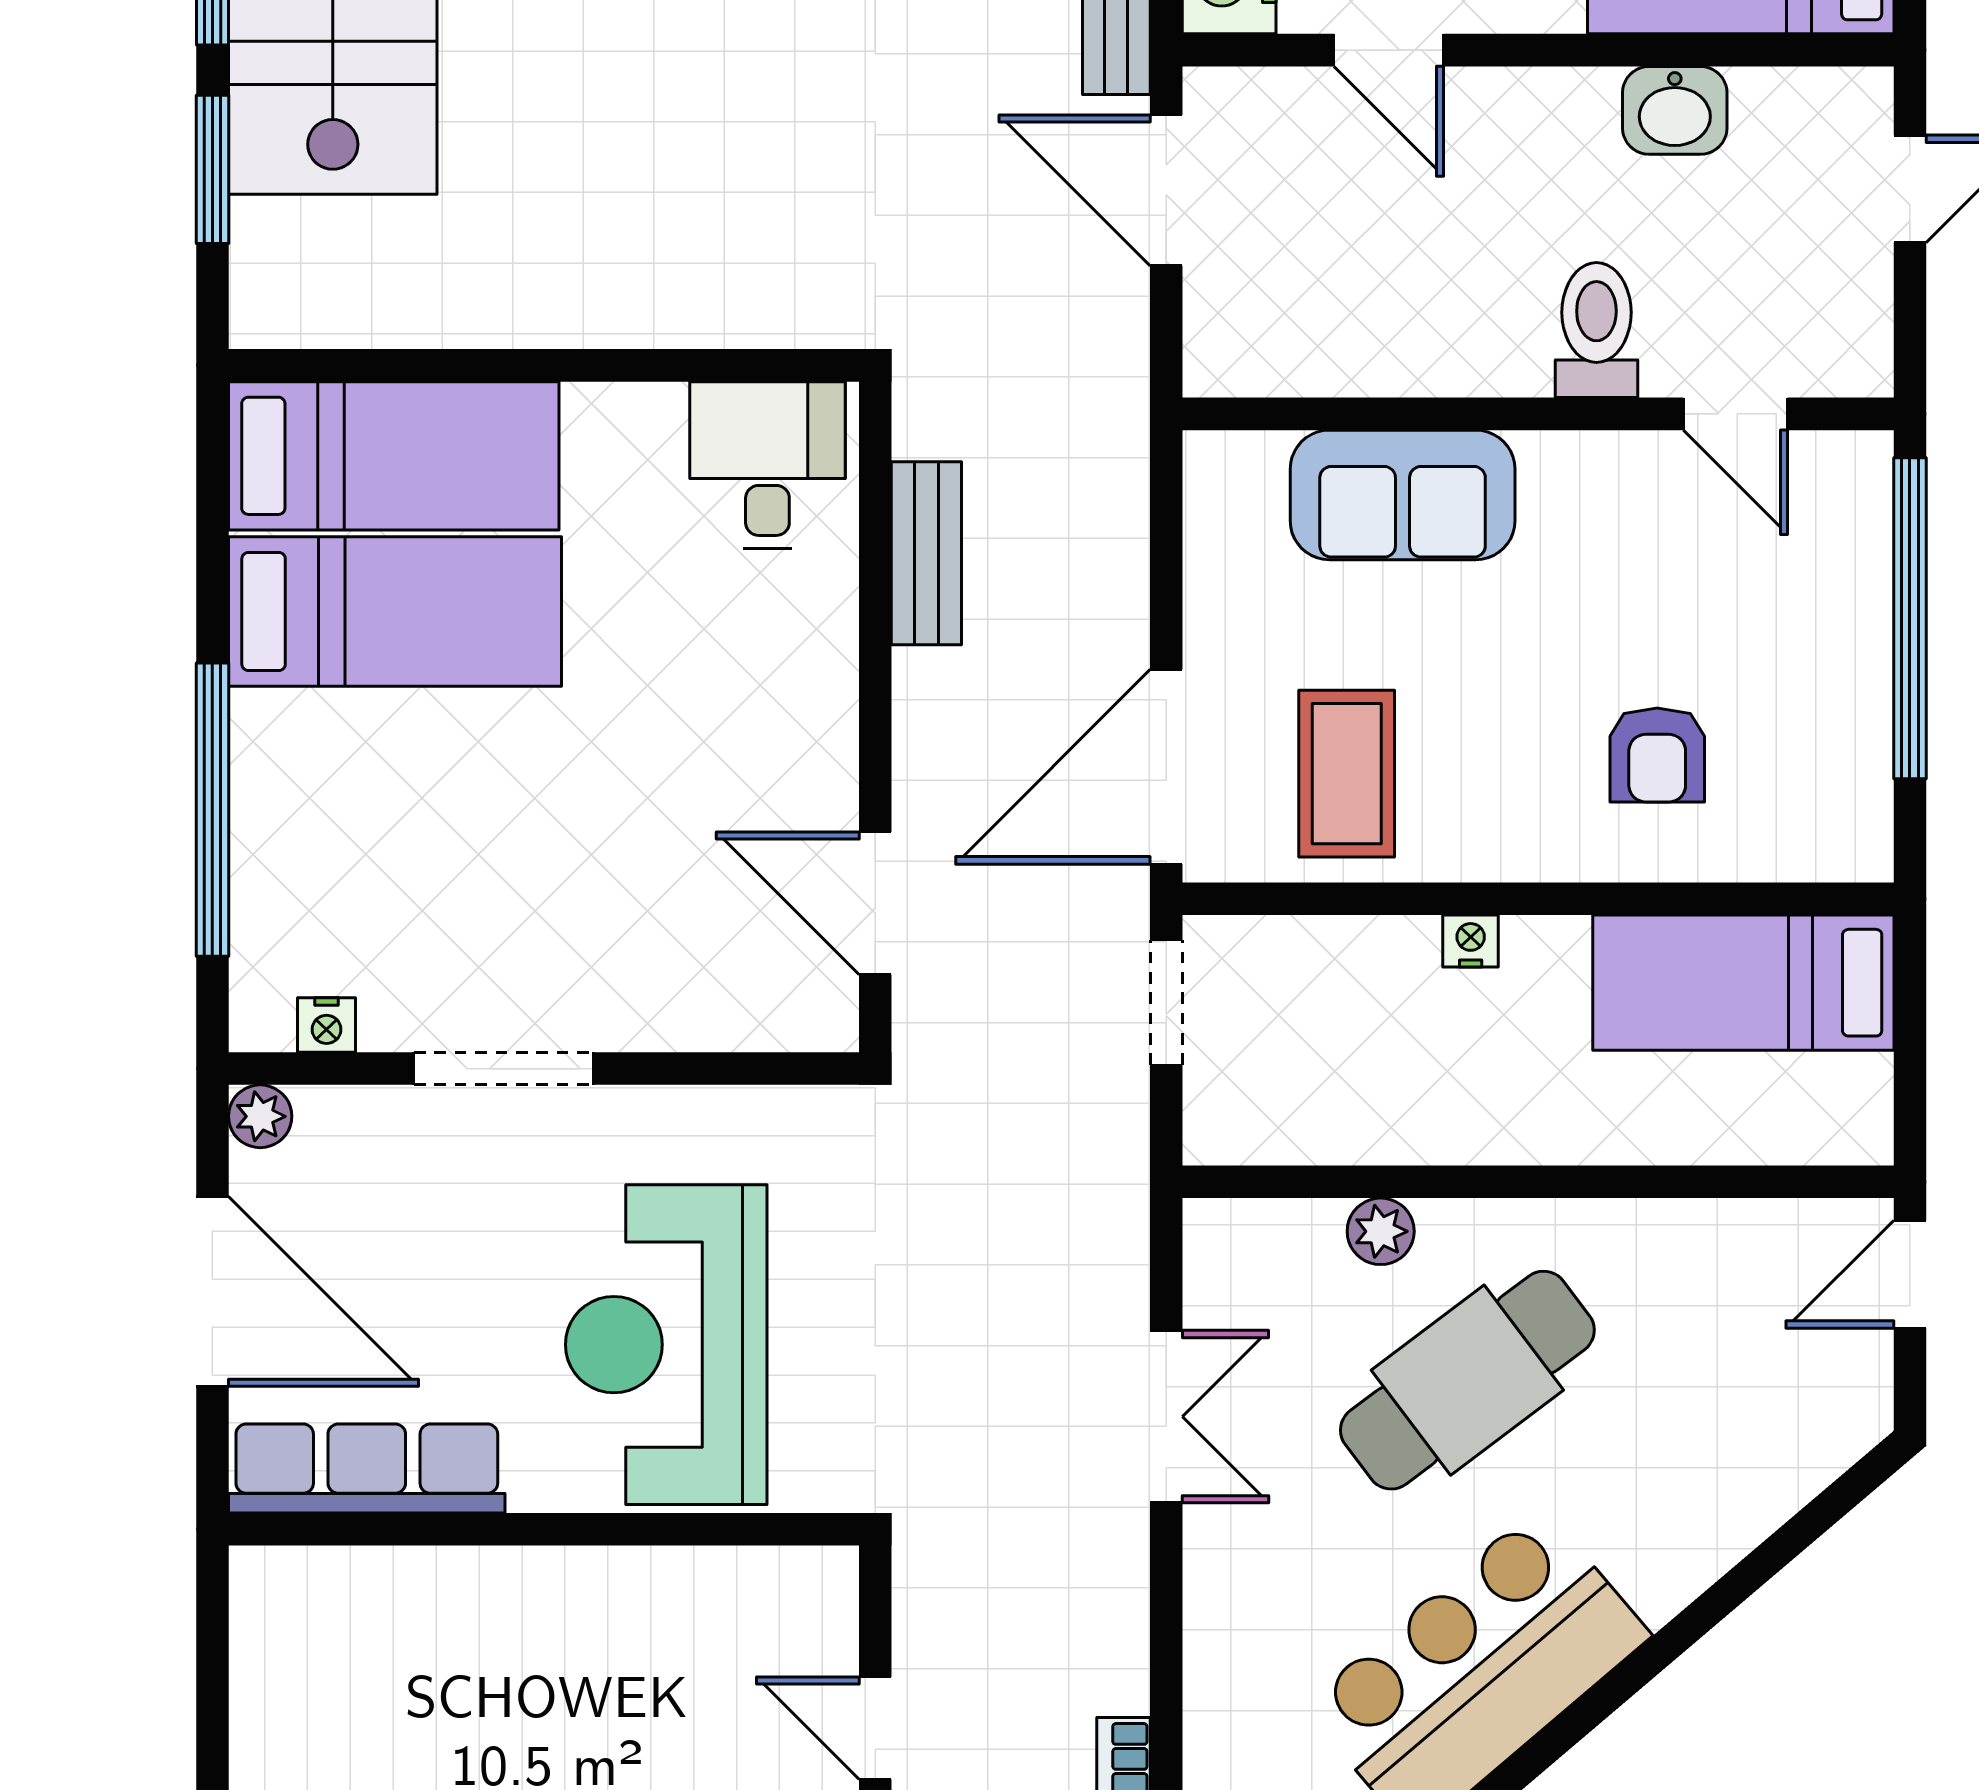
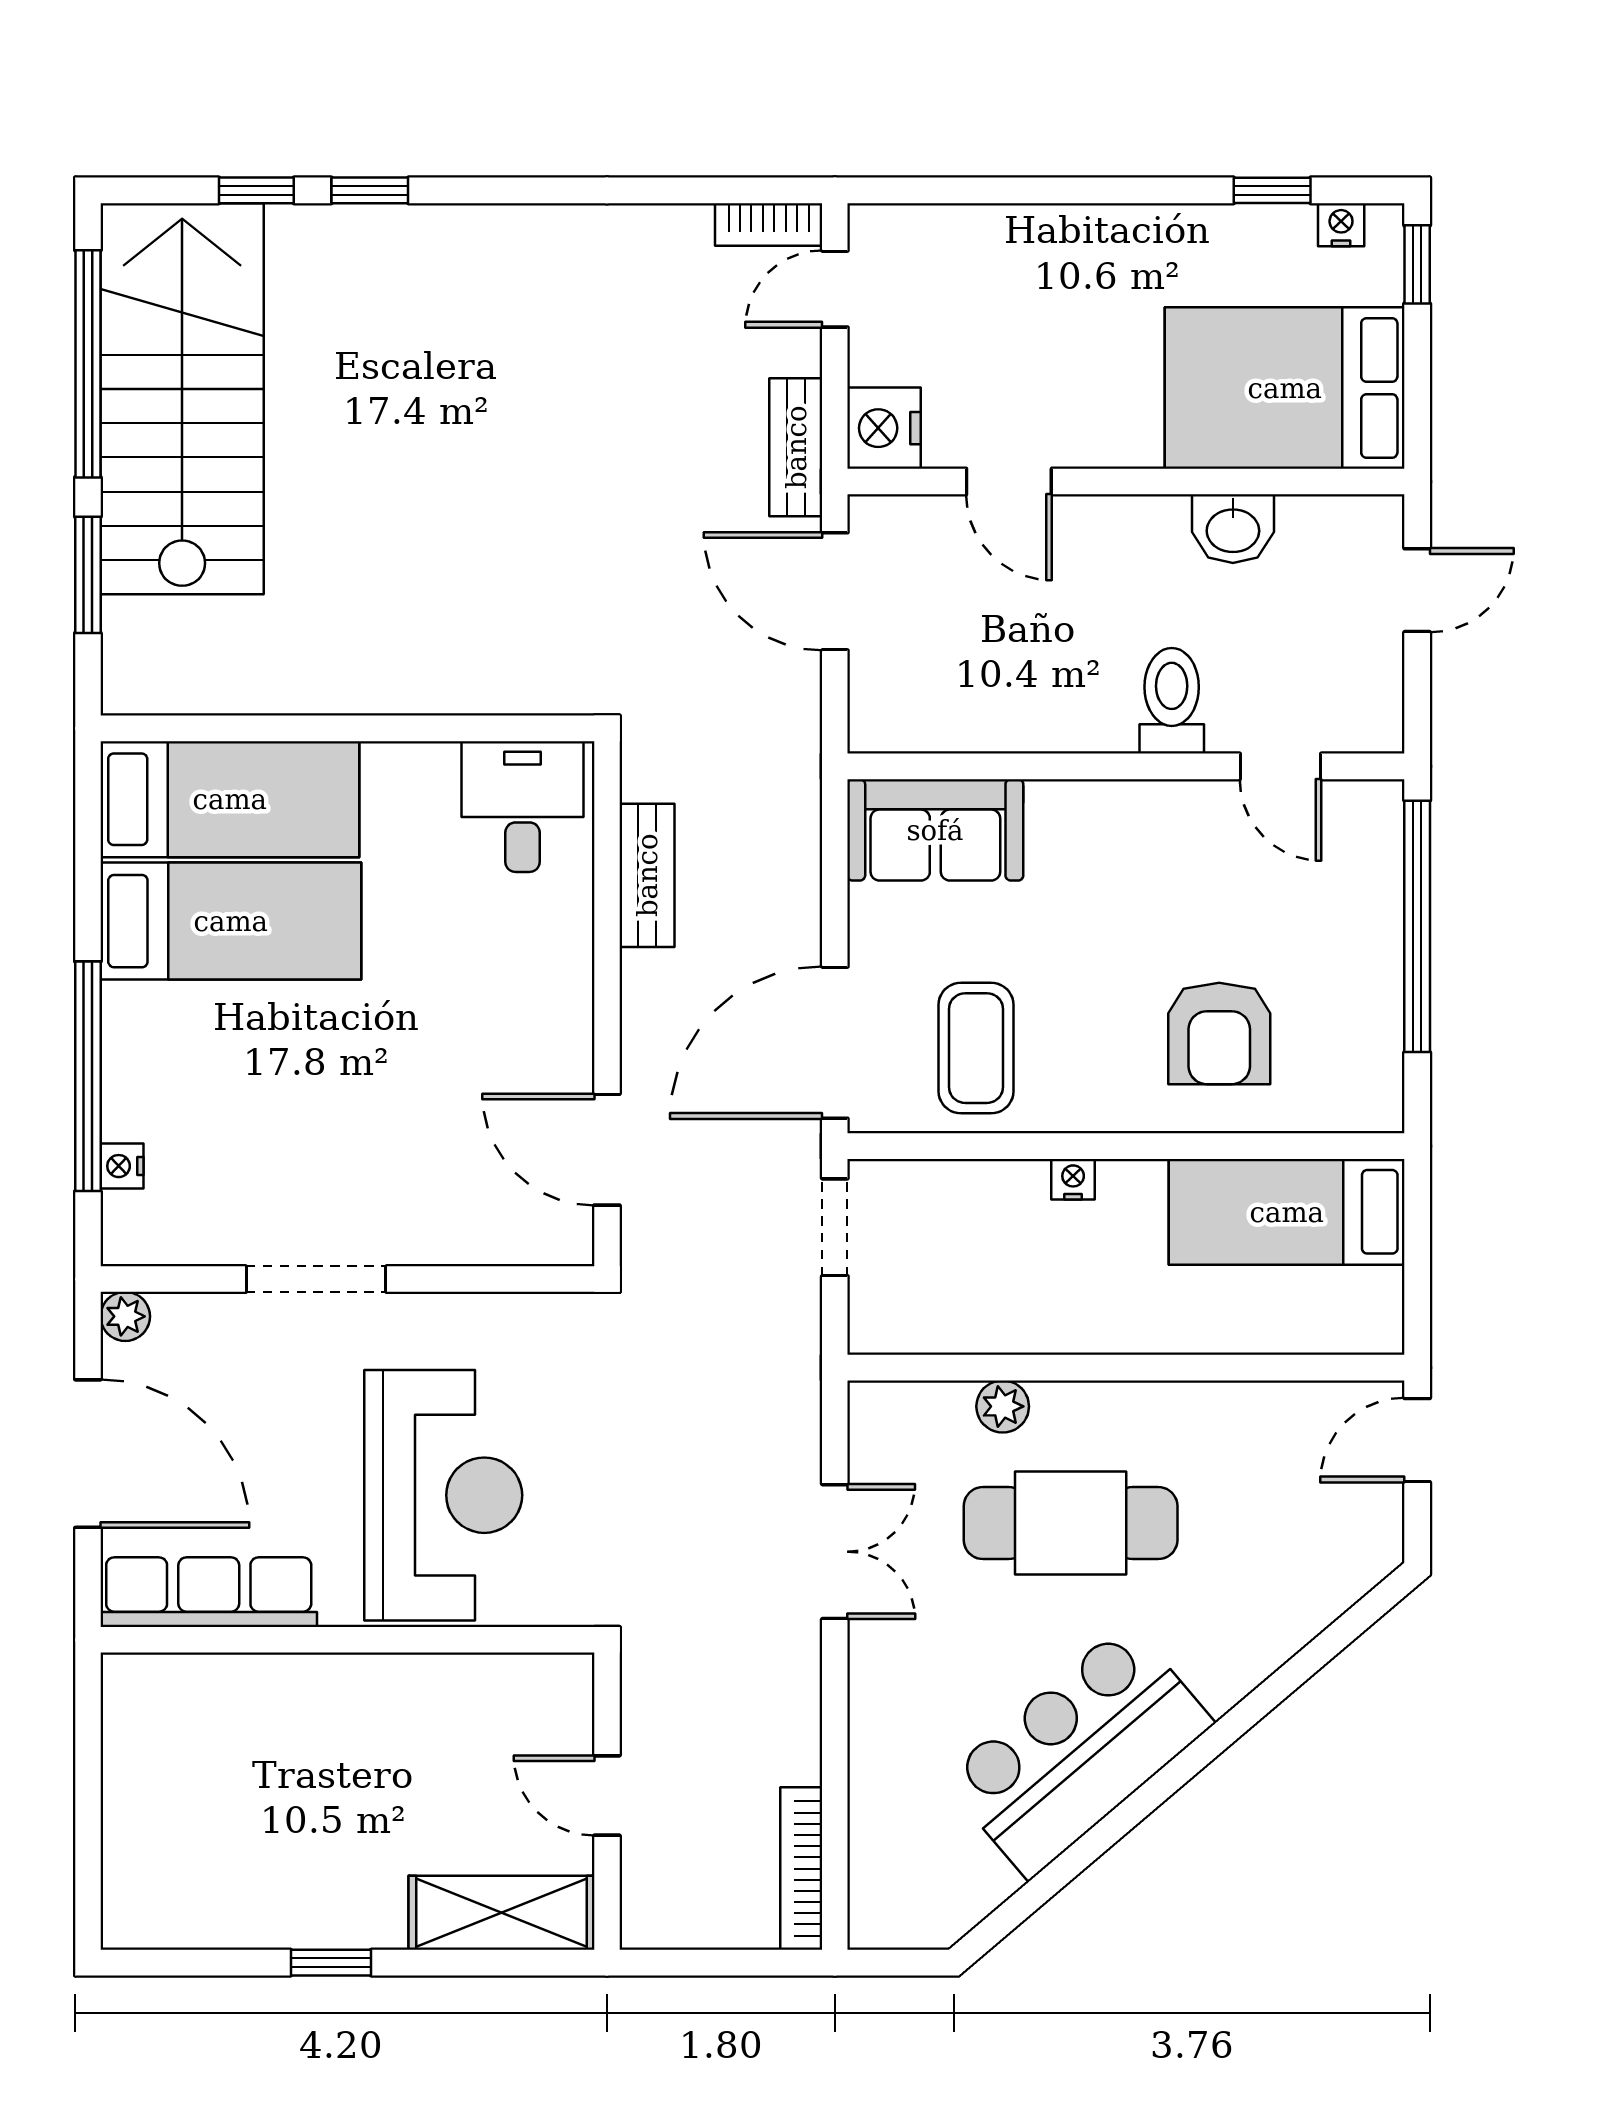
sofa: (1403, 495) -> (935, 830), moved
armchair: (1657, 755) -> (1219, 1033), width x1.38, depth x1.38
nightstand: (326, 1025) -> (122, 1166), moved, turned 90
reception desk: (666, 1345) -> (443, 1495), turned 180
cafe table: (1467, 1380) -> (1071, 1523), turned 37

